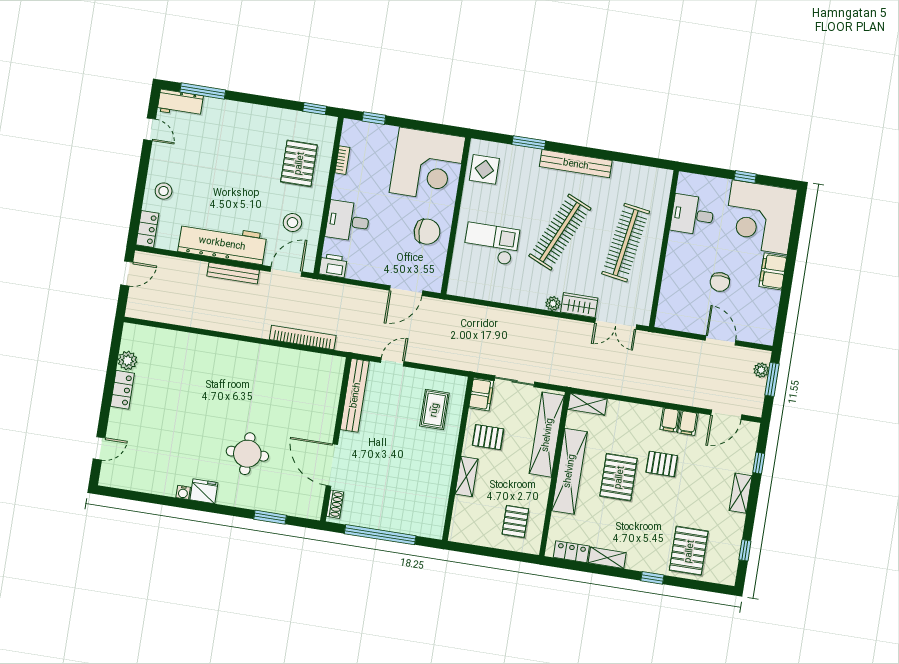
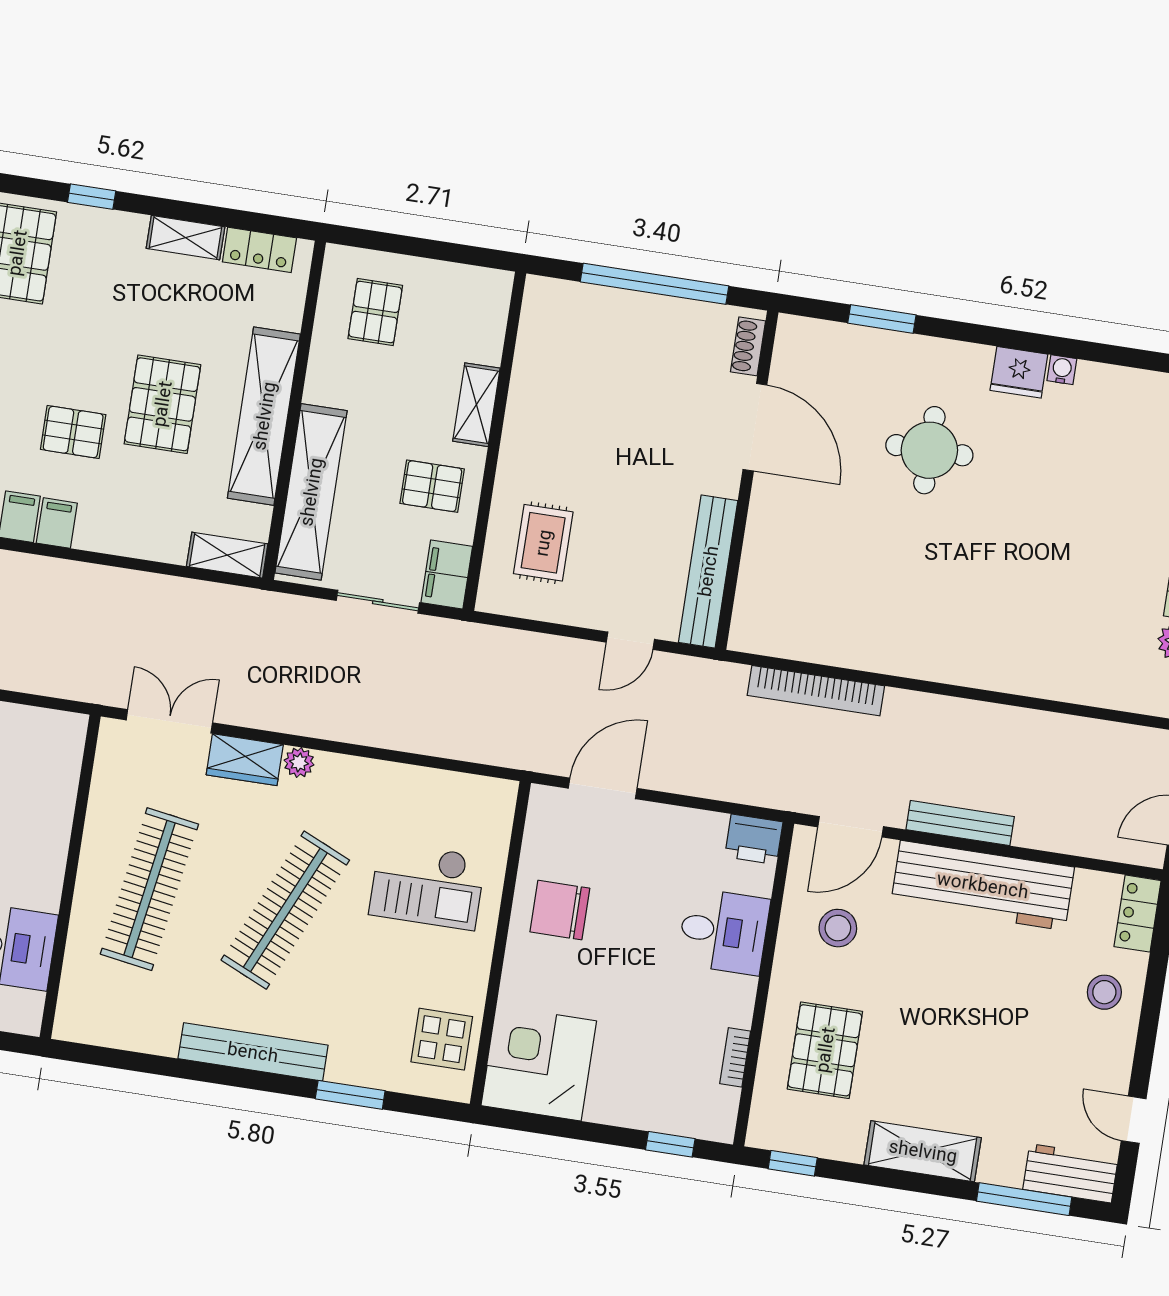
shelving: (252, 114) -> (923, 1151), added
corner desk: (427, 165) -> (539, 1063), width x0.74, depth x0.74

